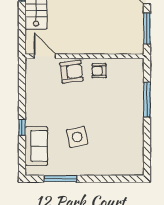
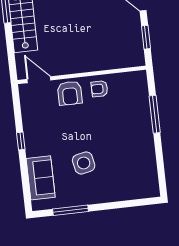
window: (147, 28) -> (146, 37), width x0.69
armchair: (72, 72) -> (70, 93), turned 97
window: (22, 127) -> (21, 141), moved

